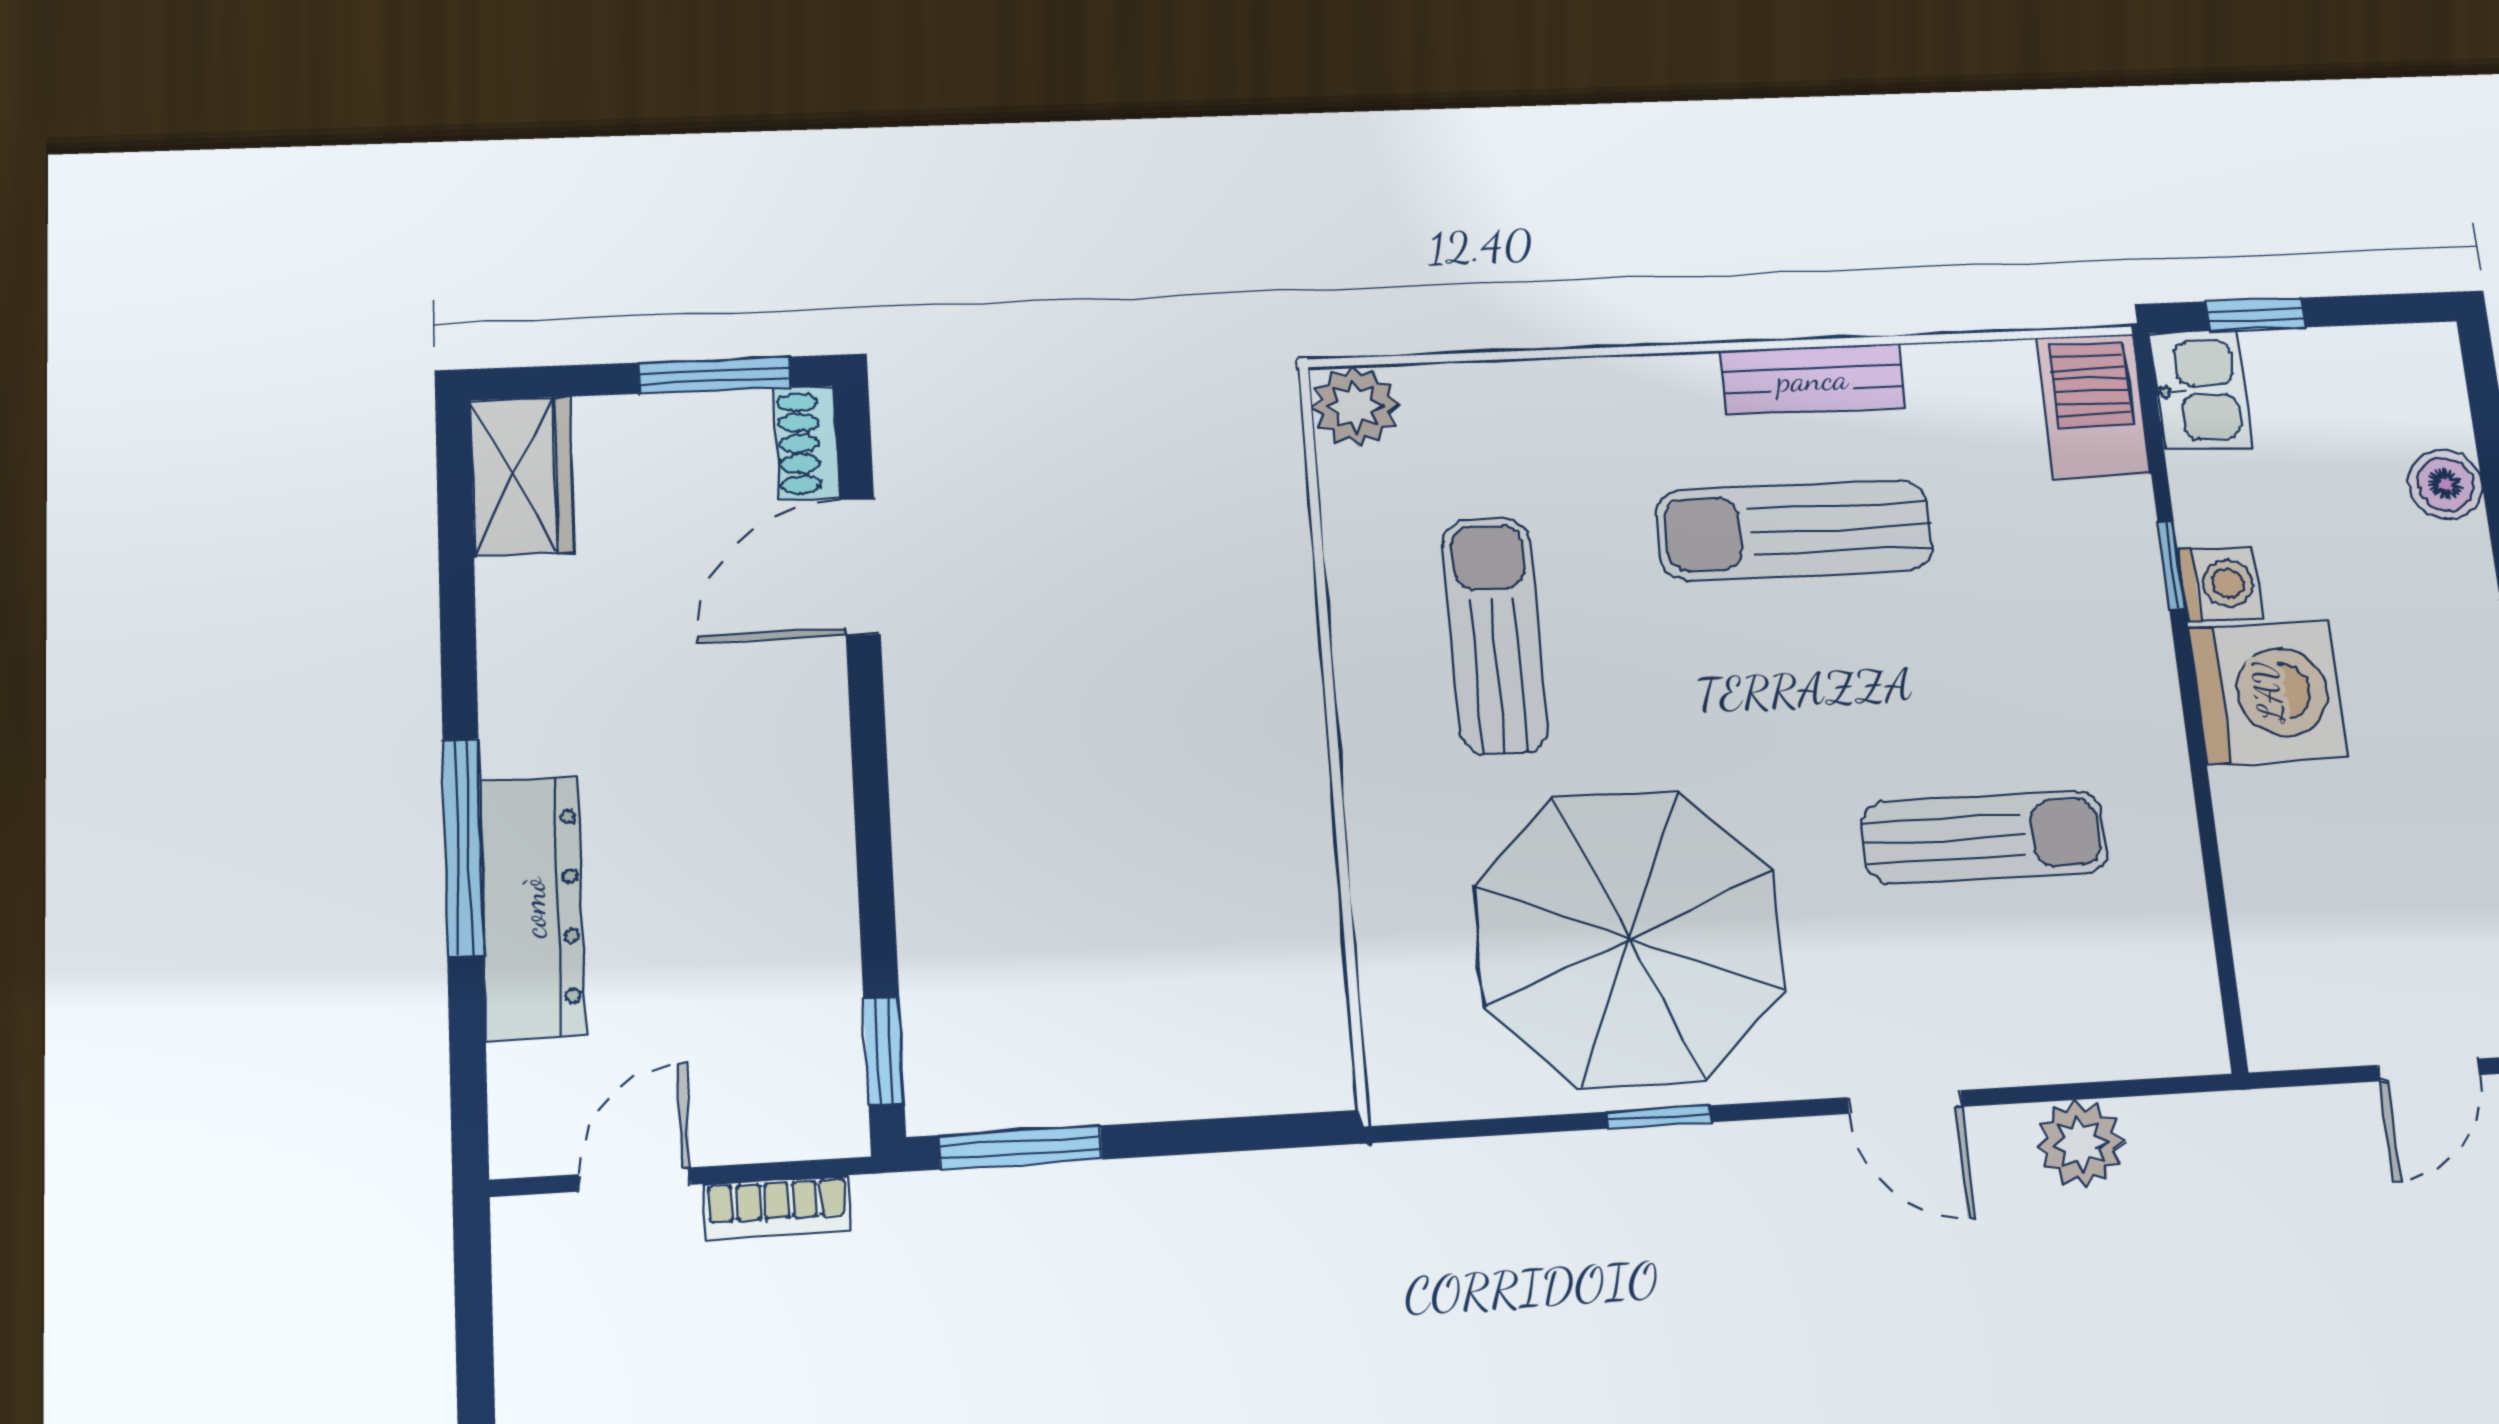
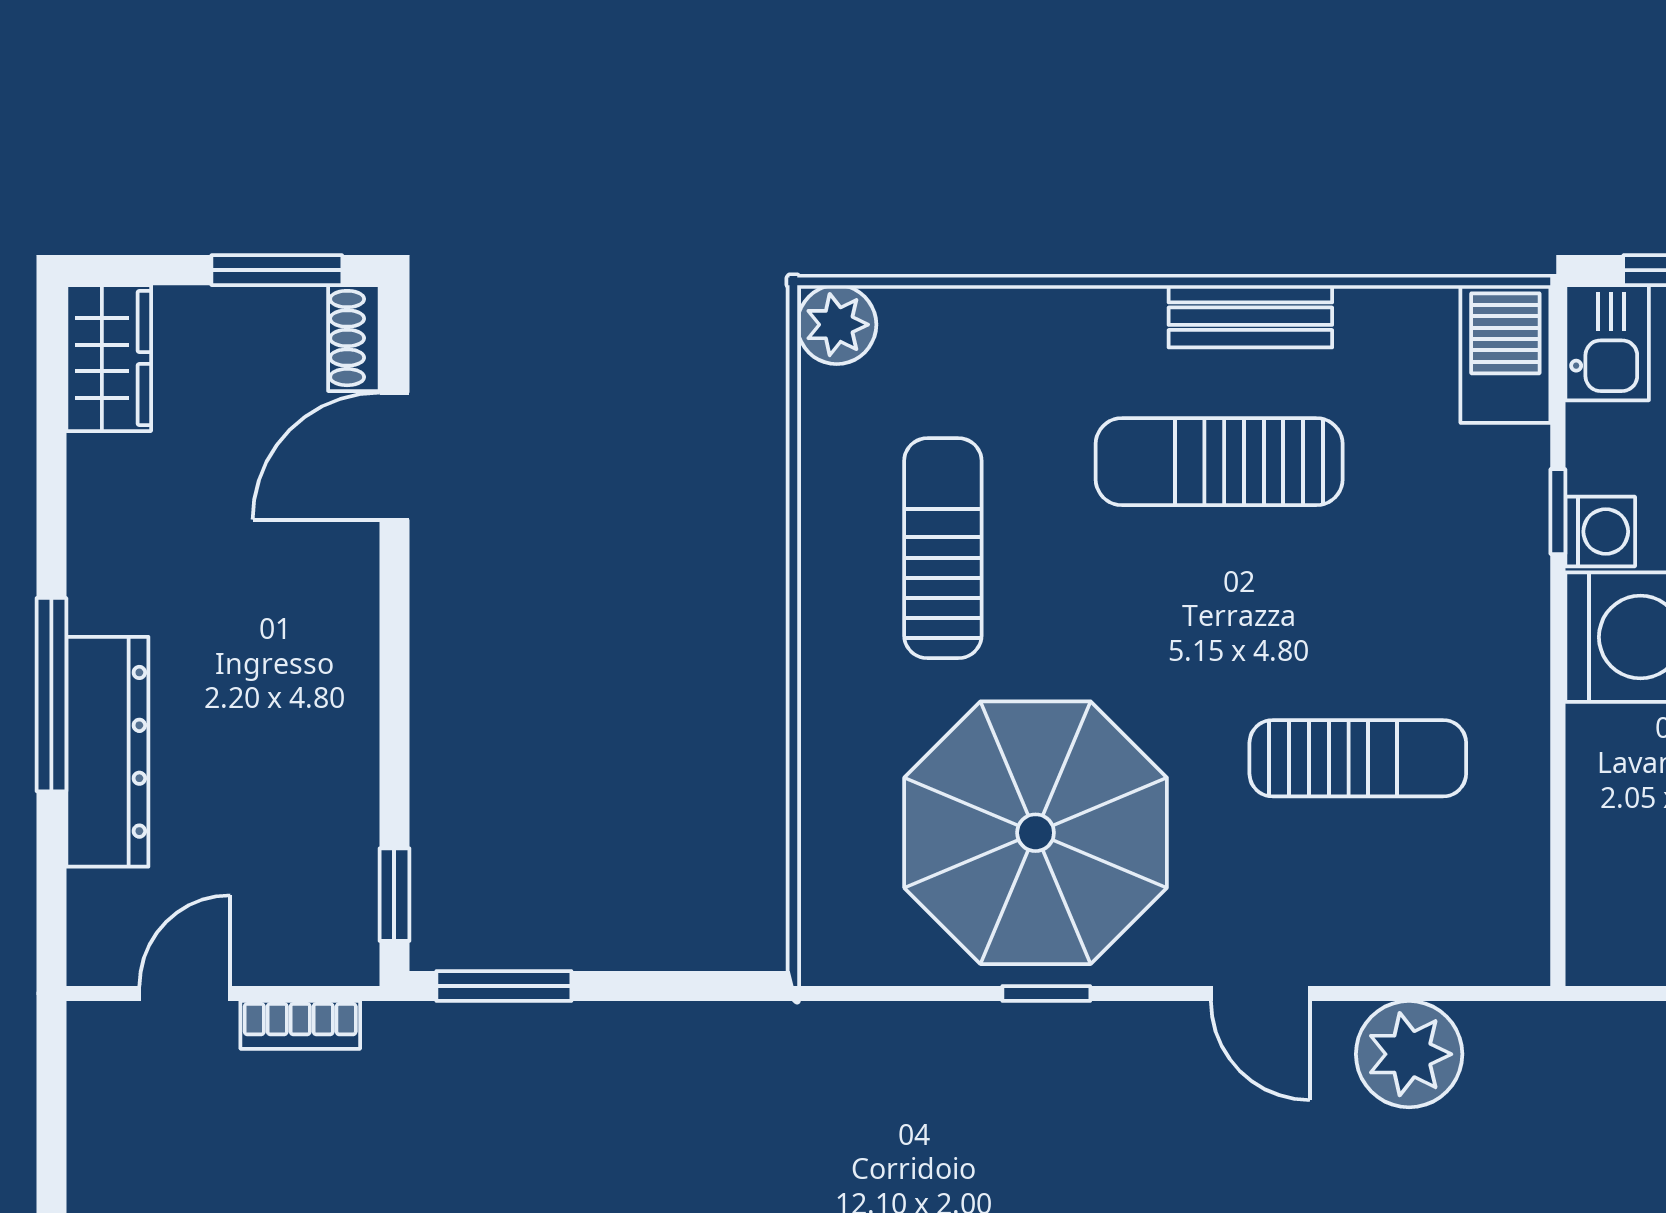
plant: (2080, 1144) -> (1409, 1054), width x1.36, depth x1.36

